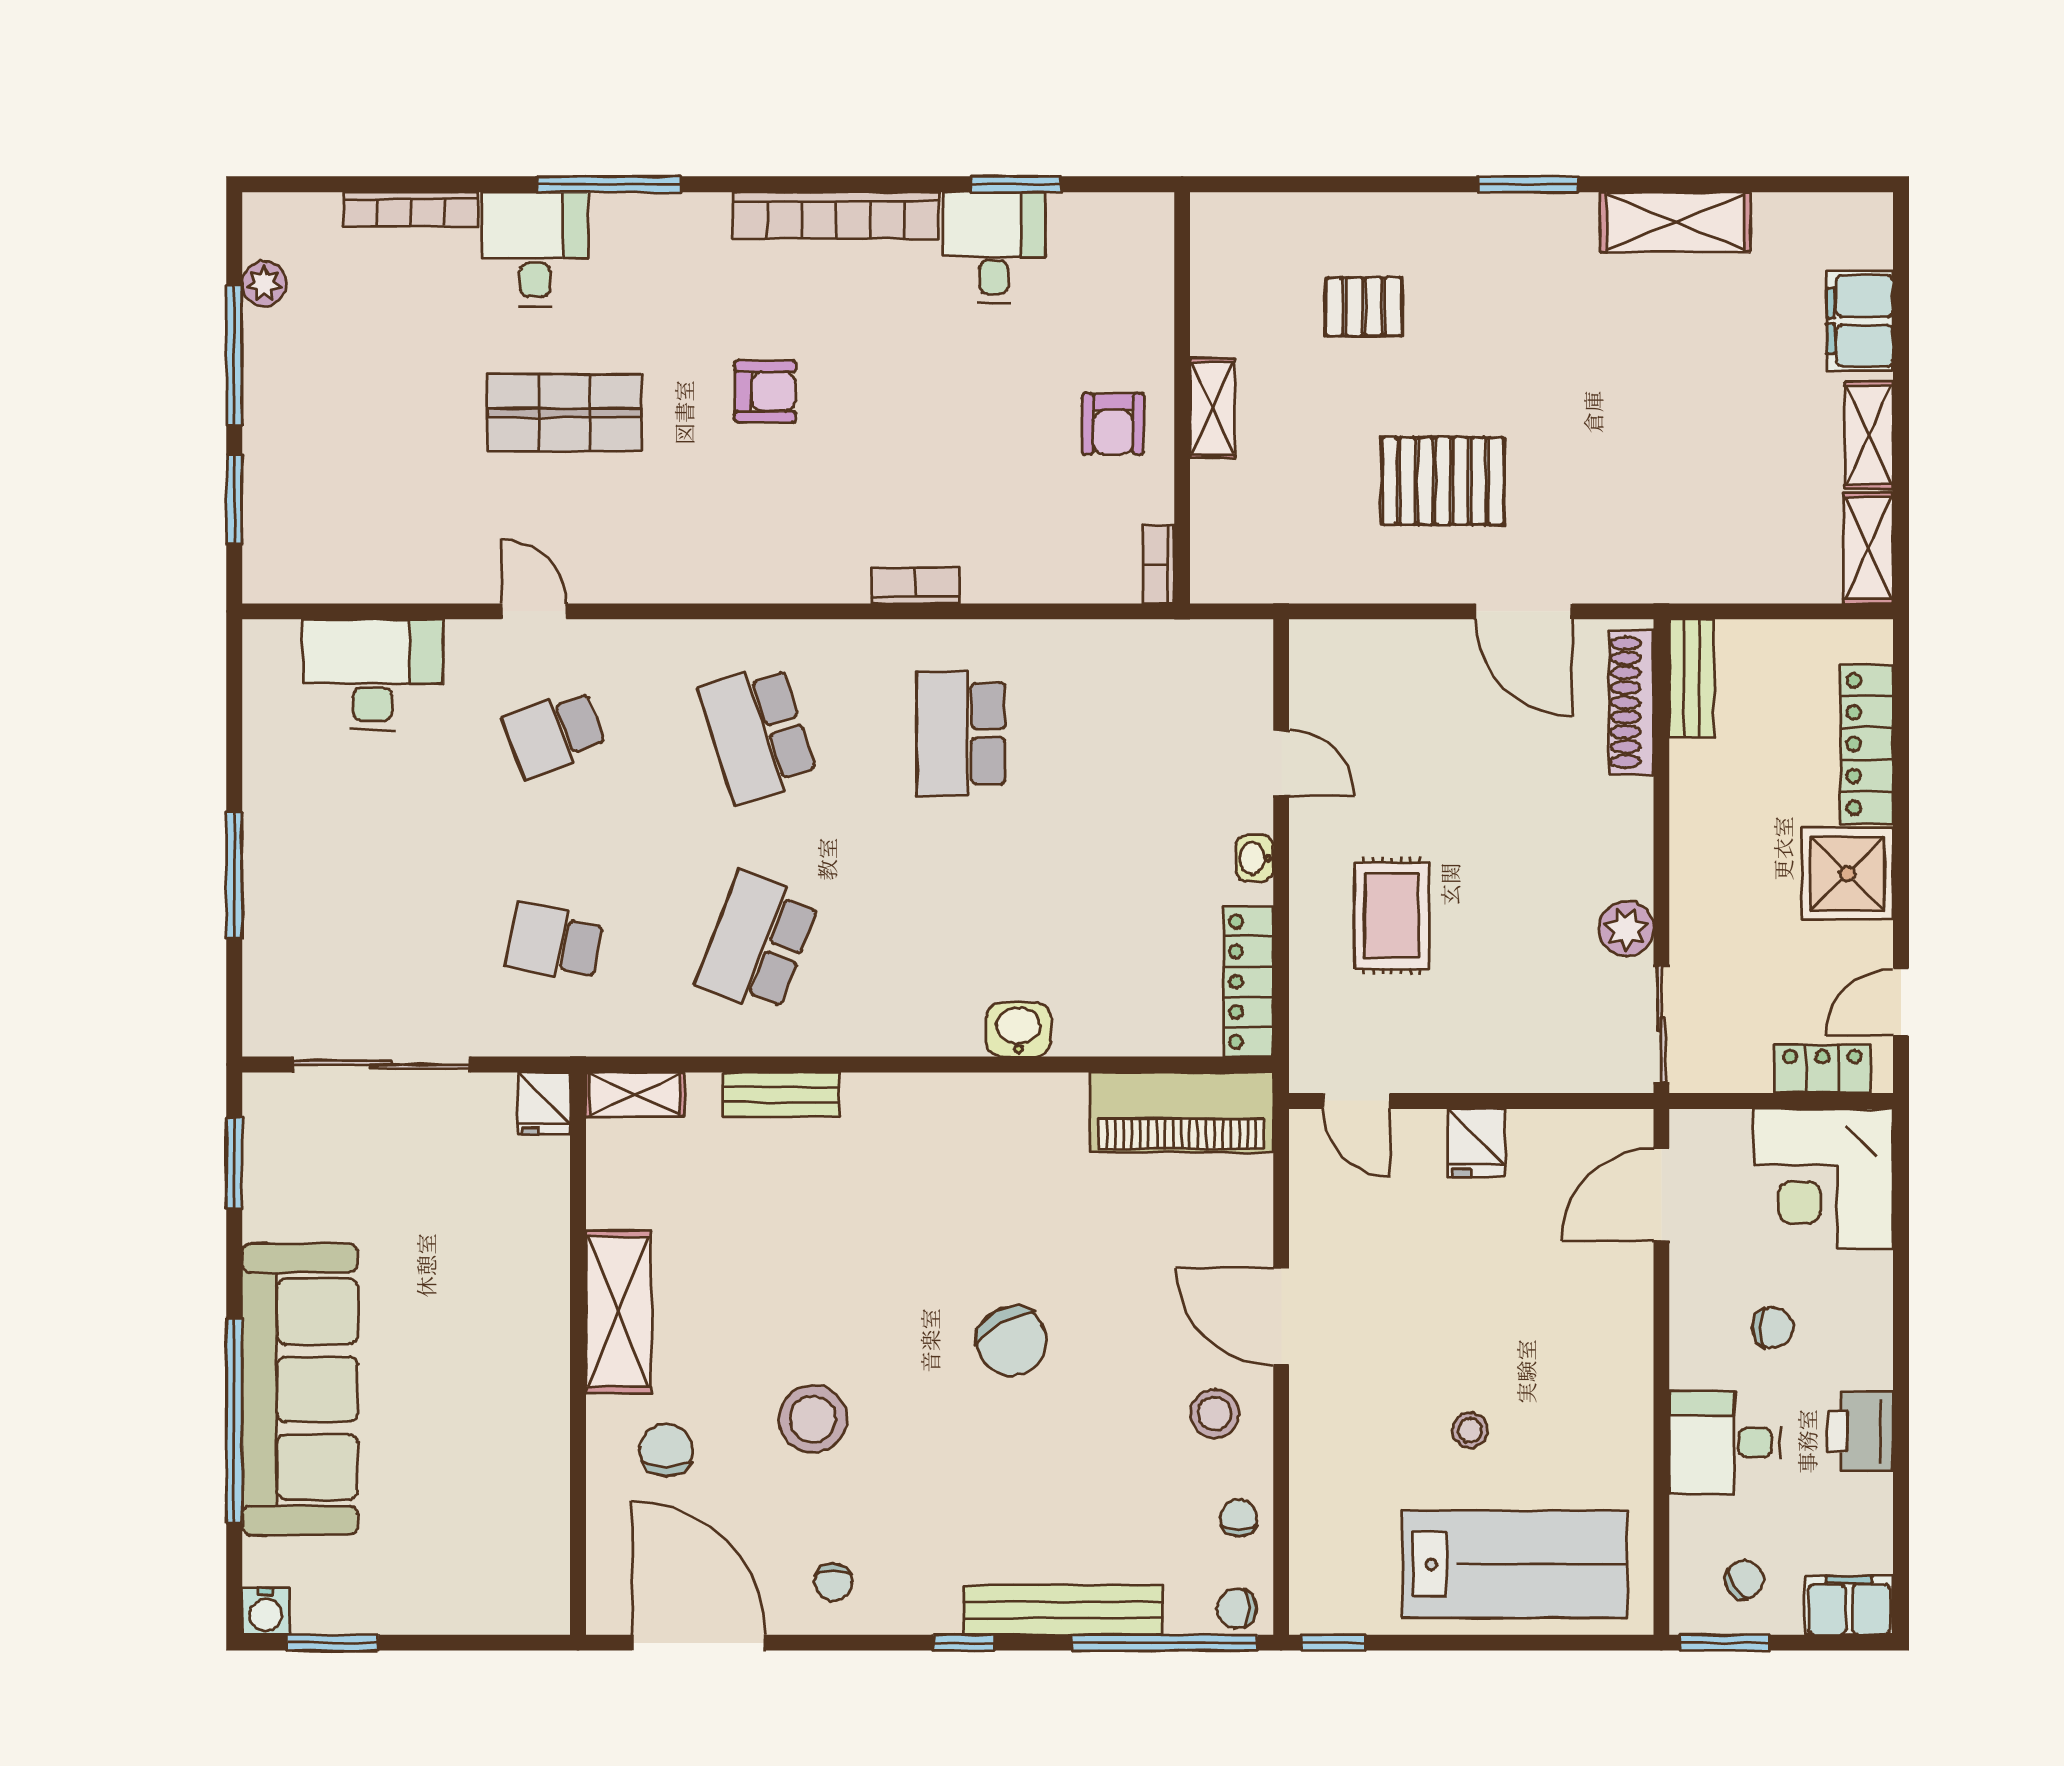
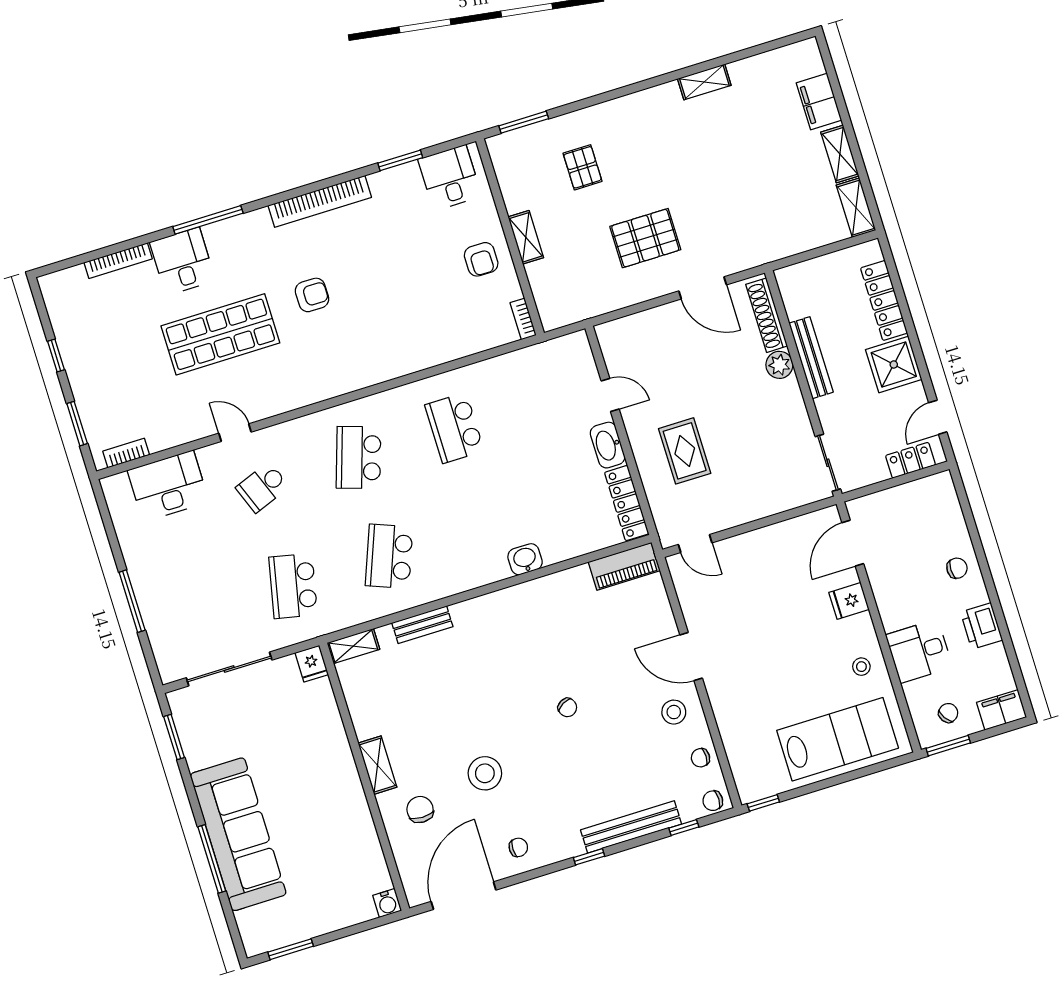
window: (1528, 184) -> (524, 122), moved
shelving: (1675, 222) -> (704, 82), width x0.67, depth x0.75
desk: (994, 247) -> (450, 178), moved
plant: (264, 284) -> (60, 317), removed
pallet: (1364, 307) -> (583, 167), turned 90
window: (234, 355) -> (56, 356), width x0.46
shop shelf: (565, 413) -> (220, 334), width x1.43, depth x1.36
bookcase: (916, 586) -> (126, 453), moved
bench: (1692, 678) -> (811, 358), moved, width x1.36
school desk: (758, 733) -> (359, 458), turned 36
washbasin: (1255, 858) -> (608, 445), width x1.91, depth x1.45
plant: (1626, 929) -> (779, 365), moved
school desk: (554, 942) -> (293, 586), width x1.85
piano: (1181, 1112) -> (624, 566), width x0.73, depth x0.75
fridge: (1476, 1143) -> (849, 601), moved, turned 90
corner desk: (1823, 1179) -> (927, 512), removed
shelving: (618, 1312) -> (377, 765), width x0.67, depth x0.75
chair: (1773, 1328) -> (957, 568), moved
chair: (1012, 1341) -> (567, 707), width x0.54, depth x0.54
window: (234, 1421) -> (212, 859), width x0.68
stool: (1470, 1430) -> (861, 667), moved
chair: (1239, 1518) -> (700, 758), turned -90
chair: (833, 1582) -> (518, 847), turned -90
water cooler: (266, 1611) -> (387, 903), moved
door: (698, 1643) -> (463, 896), hinge flipped
window: (1165, 1643) -> (684, 827), width x0.32

